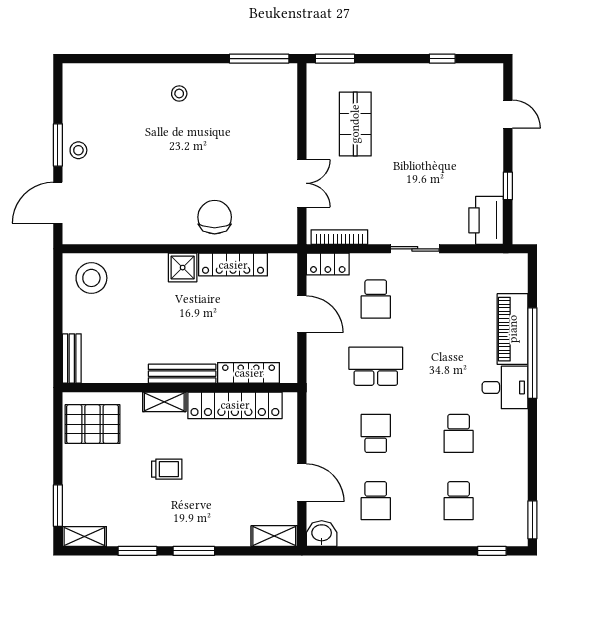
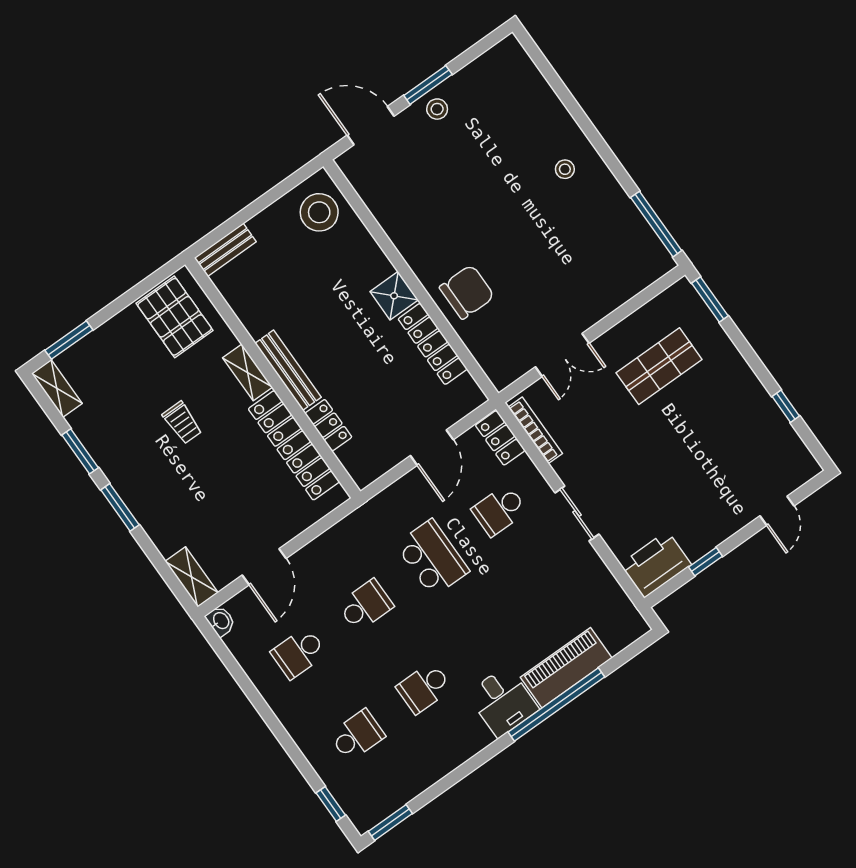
locker: (249, 373) -> (328, 425), width x0.66
school desk: (459, 501) -> (357, 735), turned 180
washbasin: (322, 534) -> (221, 621), width x0.72, depth x0.69

